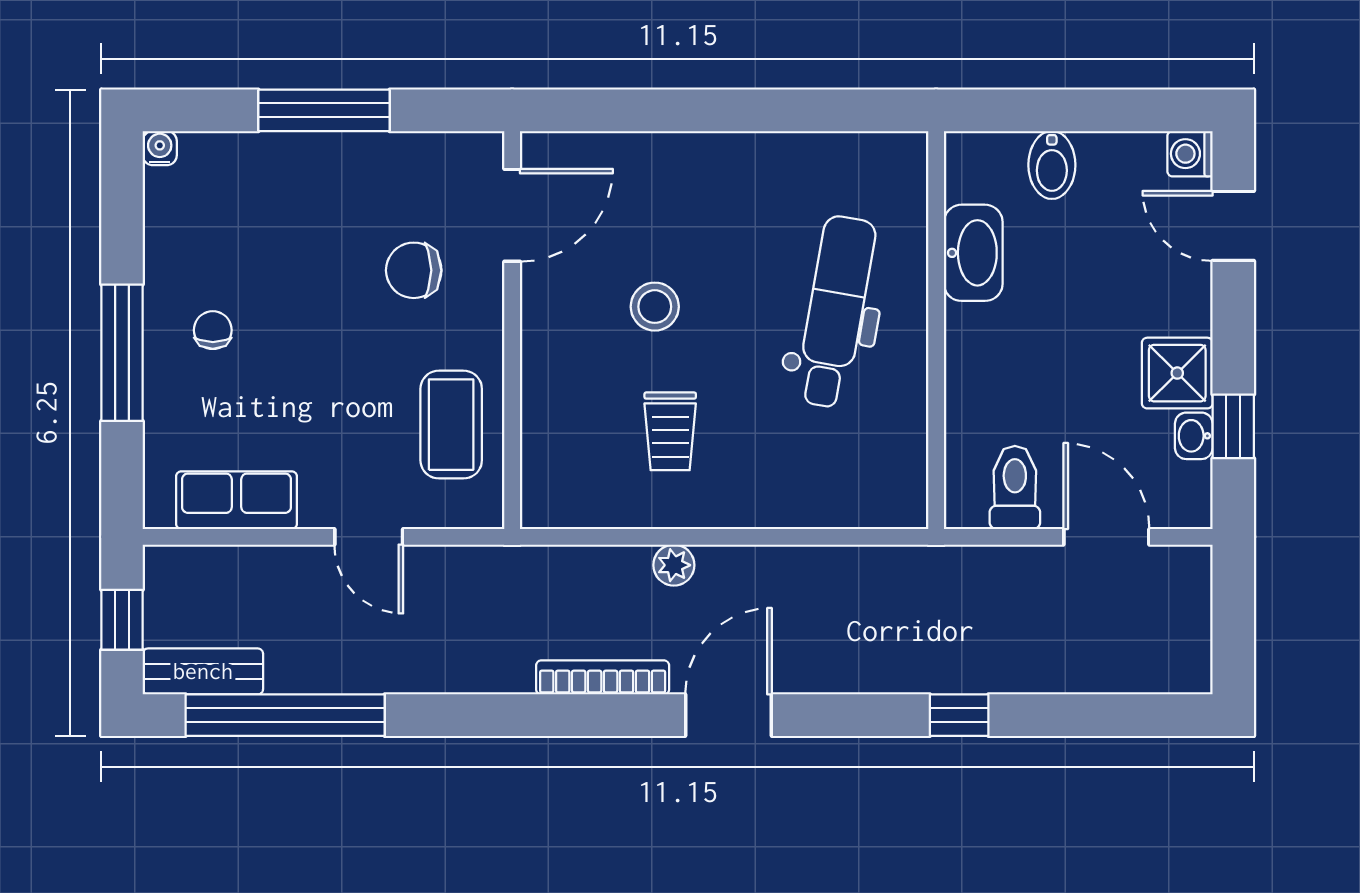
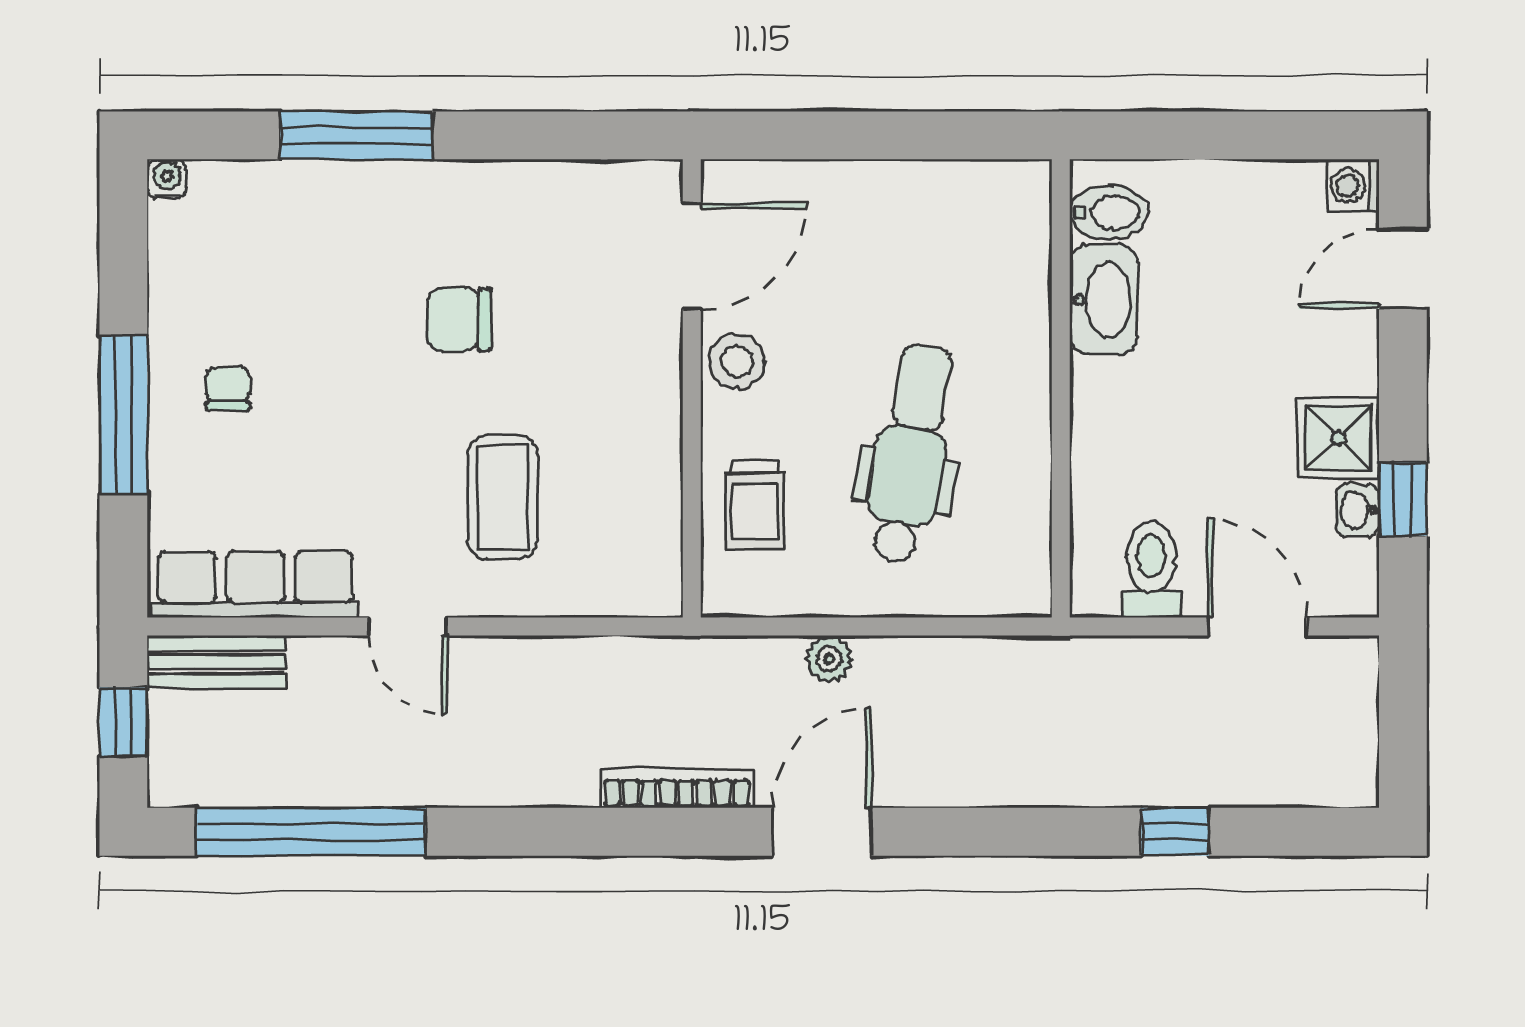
bidet: (1052, 165) -> (1109, 212), moved, turned -90
door: (512, 215) -> (692, 256), moved
door: (1233, 226) -> (1403, 269), hinge flipped
dental chair: (836, 312) -> (910, 454), moved
wall: (512, 330) -> (692, 388), moved
row of seats: (237, 500) -> (255, 584), width x1.48
plant: (674, 565) -> (829, 659), moved
bench: (203, 671) -> (216, 662), moved
window: (959, 715) -> (1175, 832), moved

